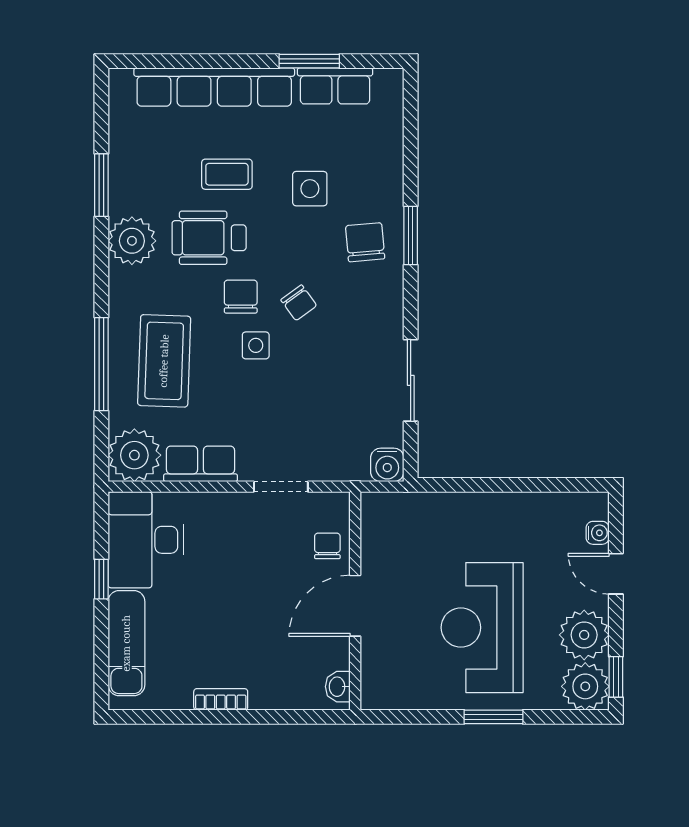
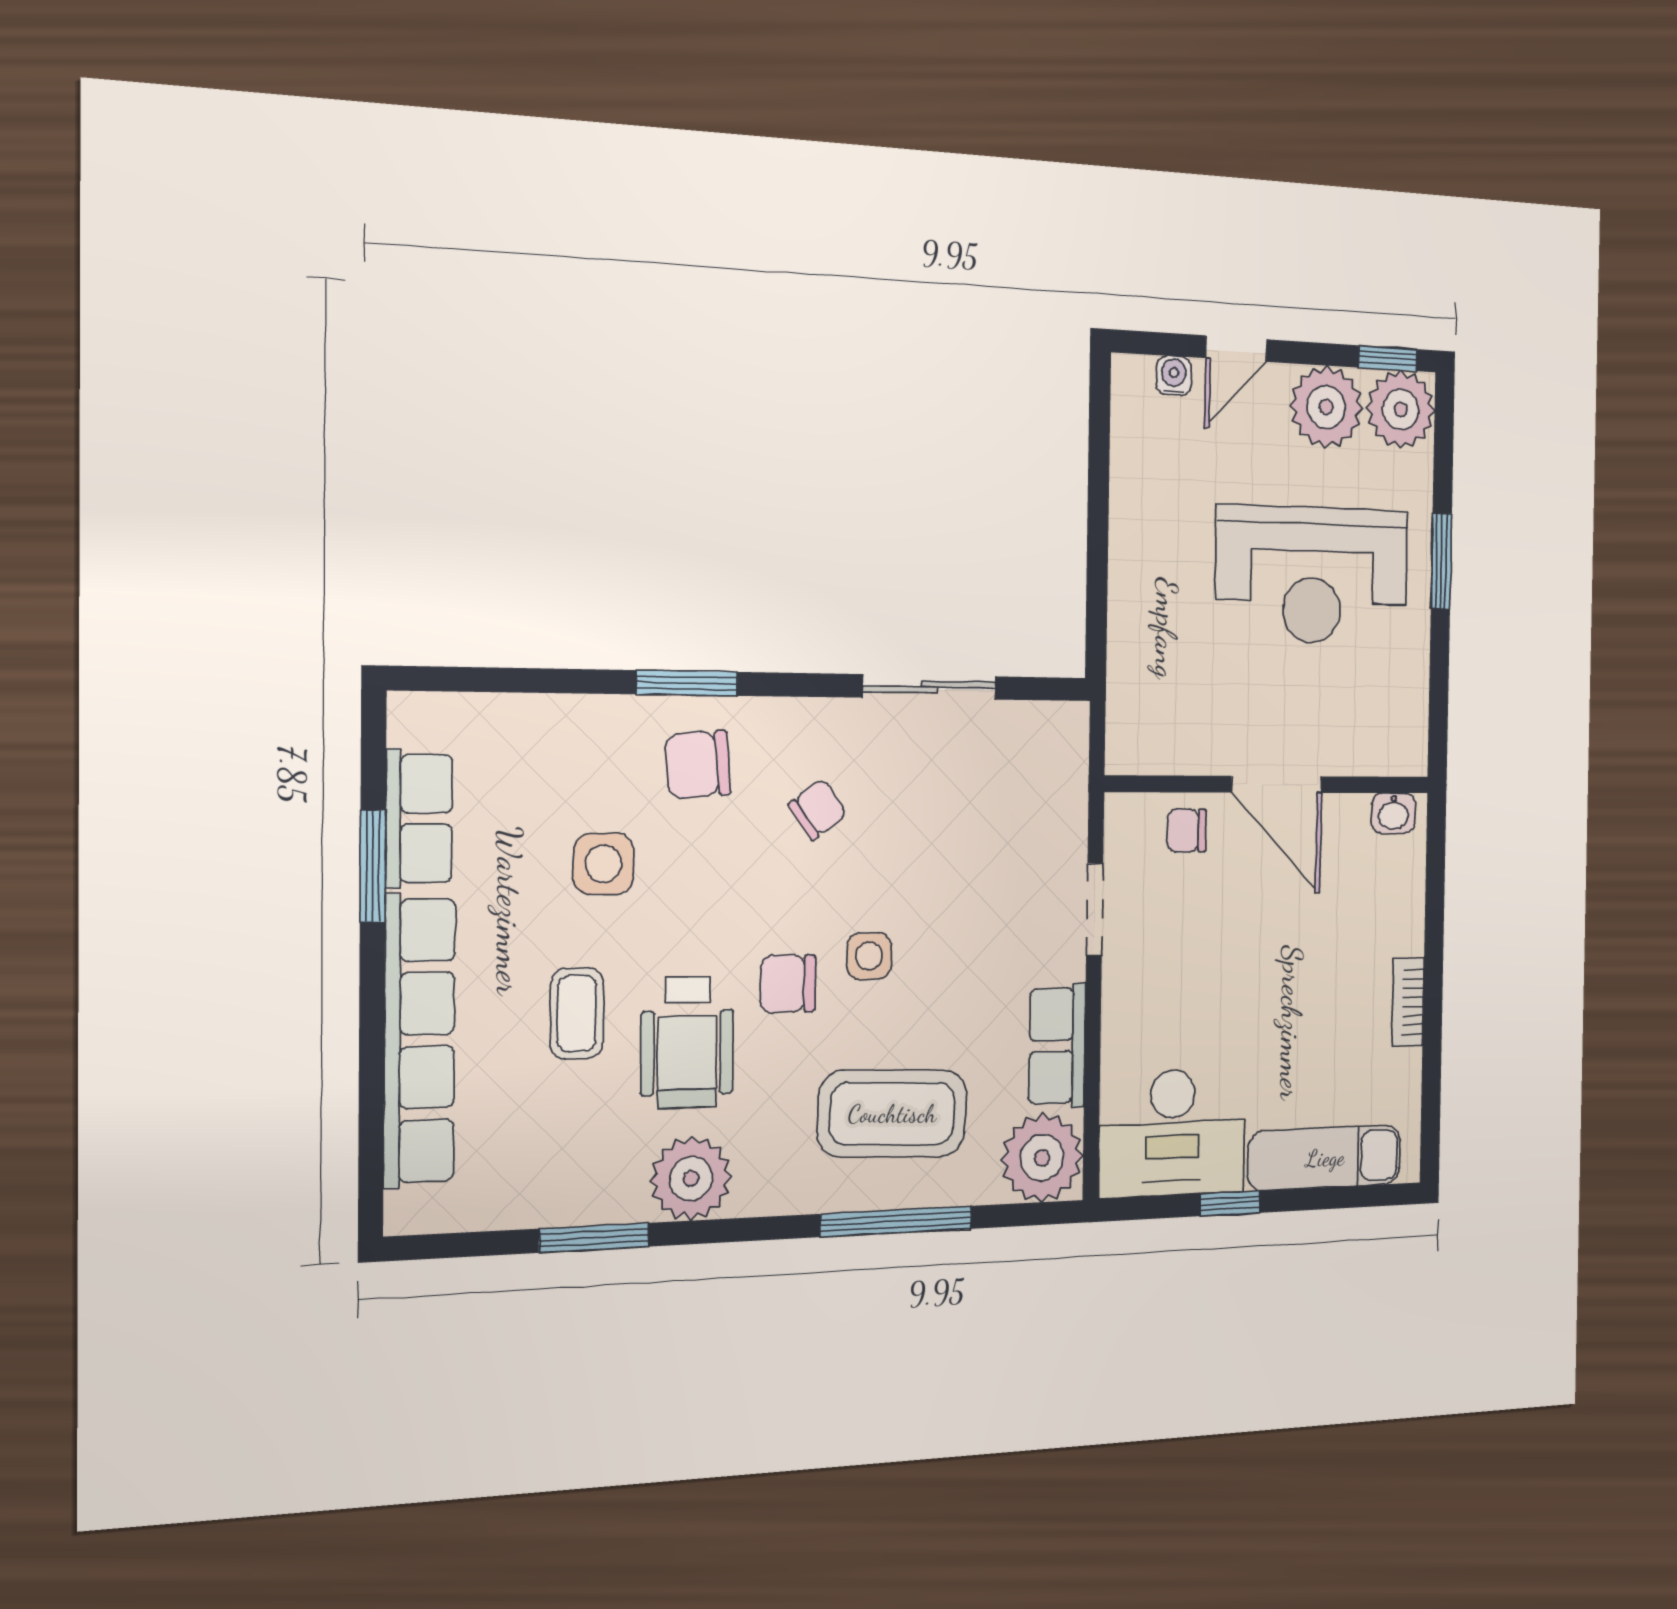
chair: (299, 303) -> (818, 809), moved
water cooler: (387, 465) -> (1064, 729), removed

